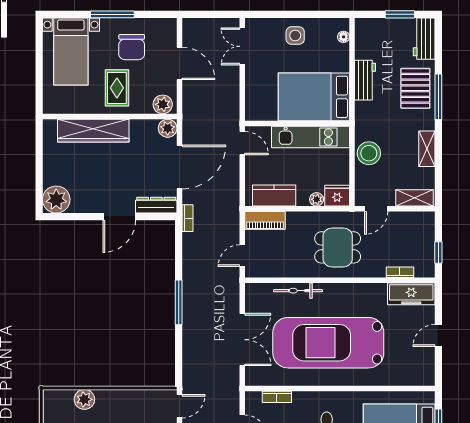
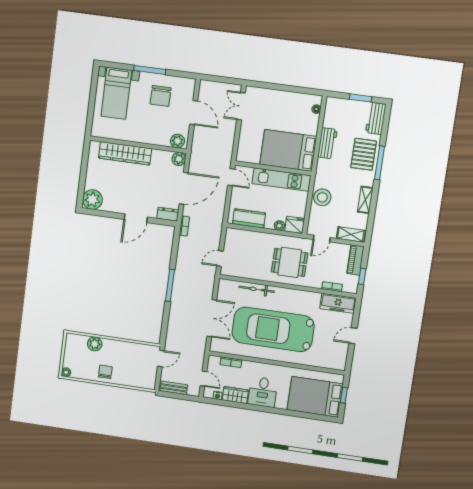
side table: (295, 36) -> (281, 103), removed
rug: (117, 88) -> (146, 125), removed
dresser: (156, 205) -> (168, 214), width x0.70
piano: (265, 220) -> (355, 260), moved, turned 90

